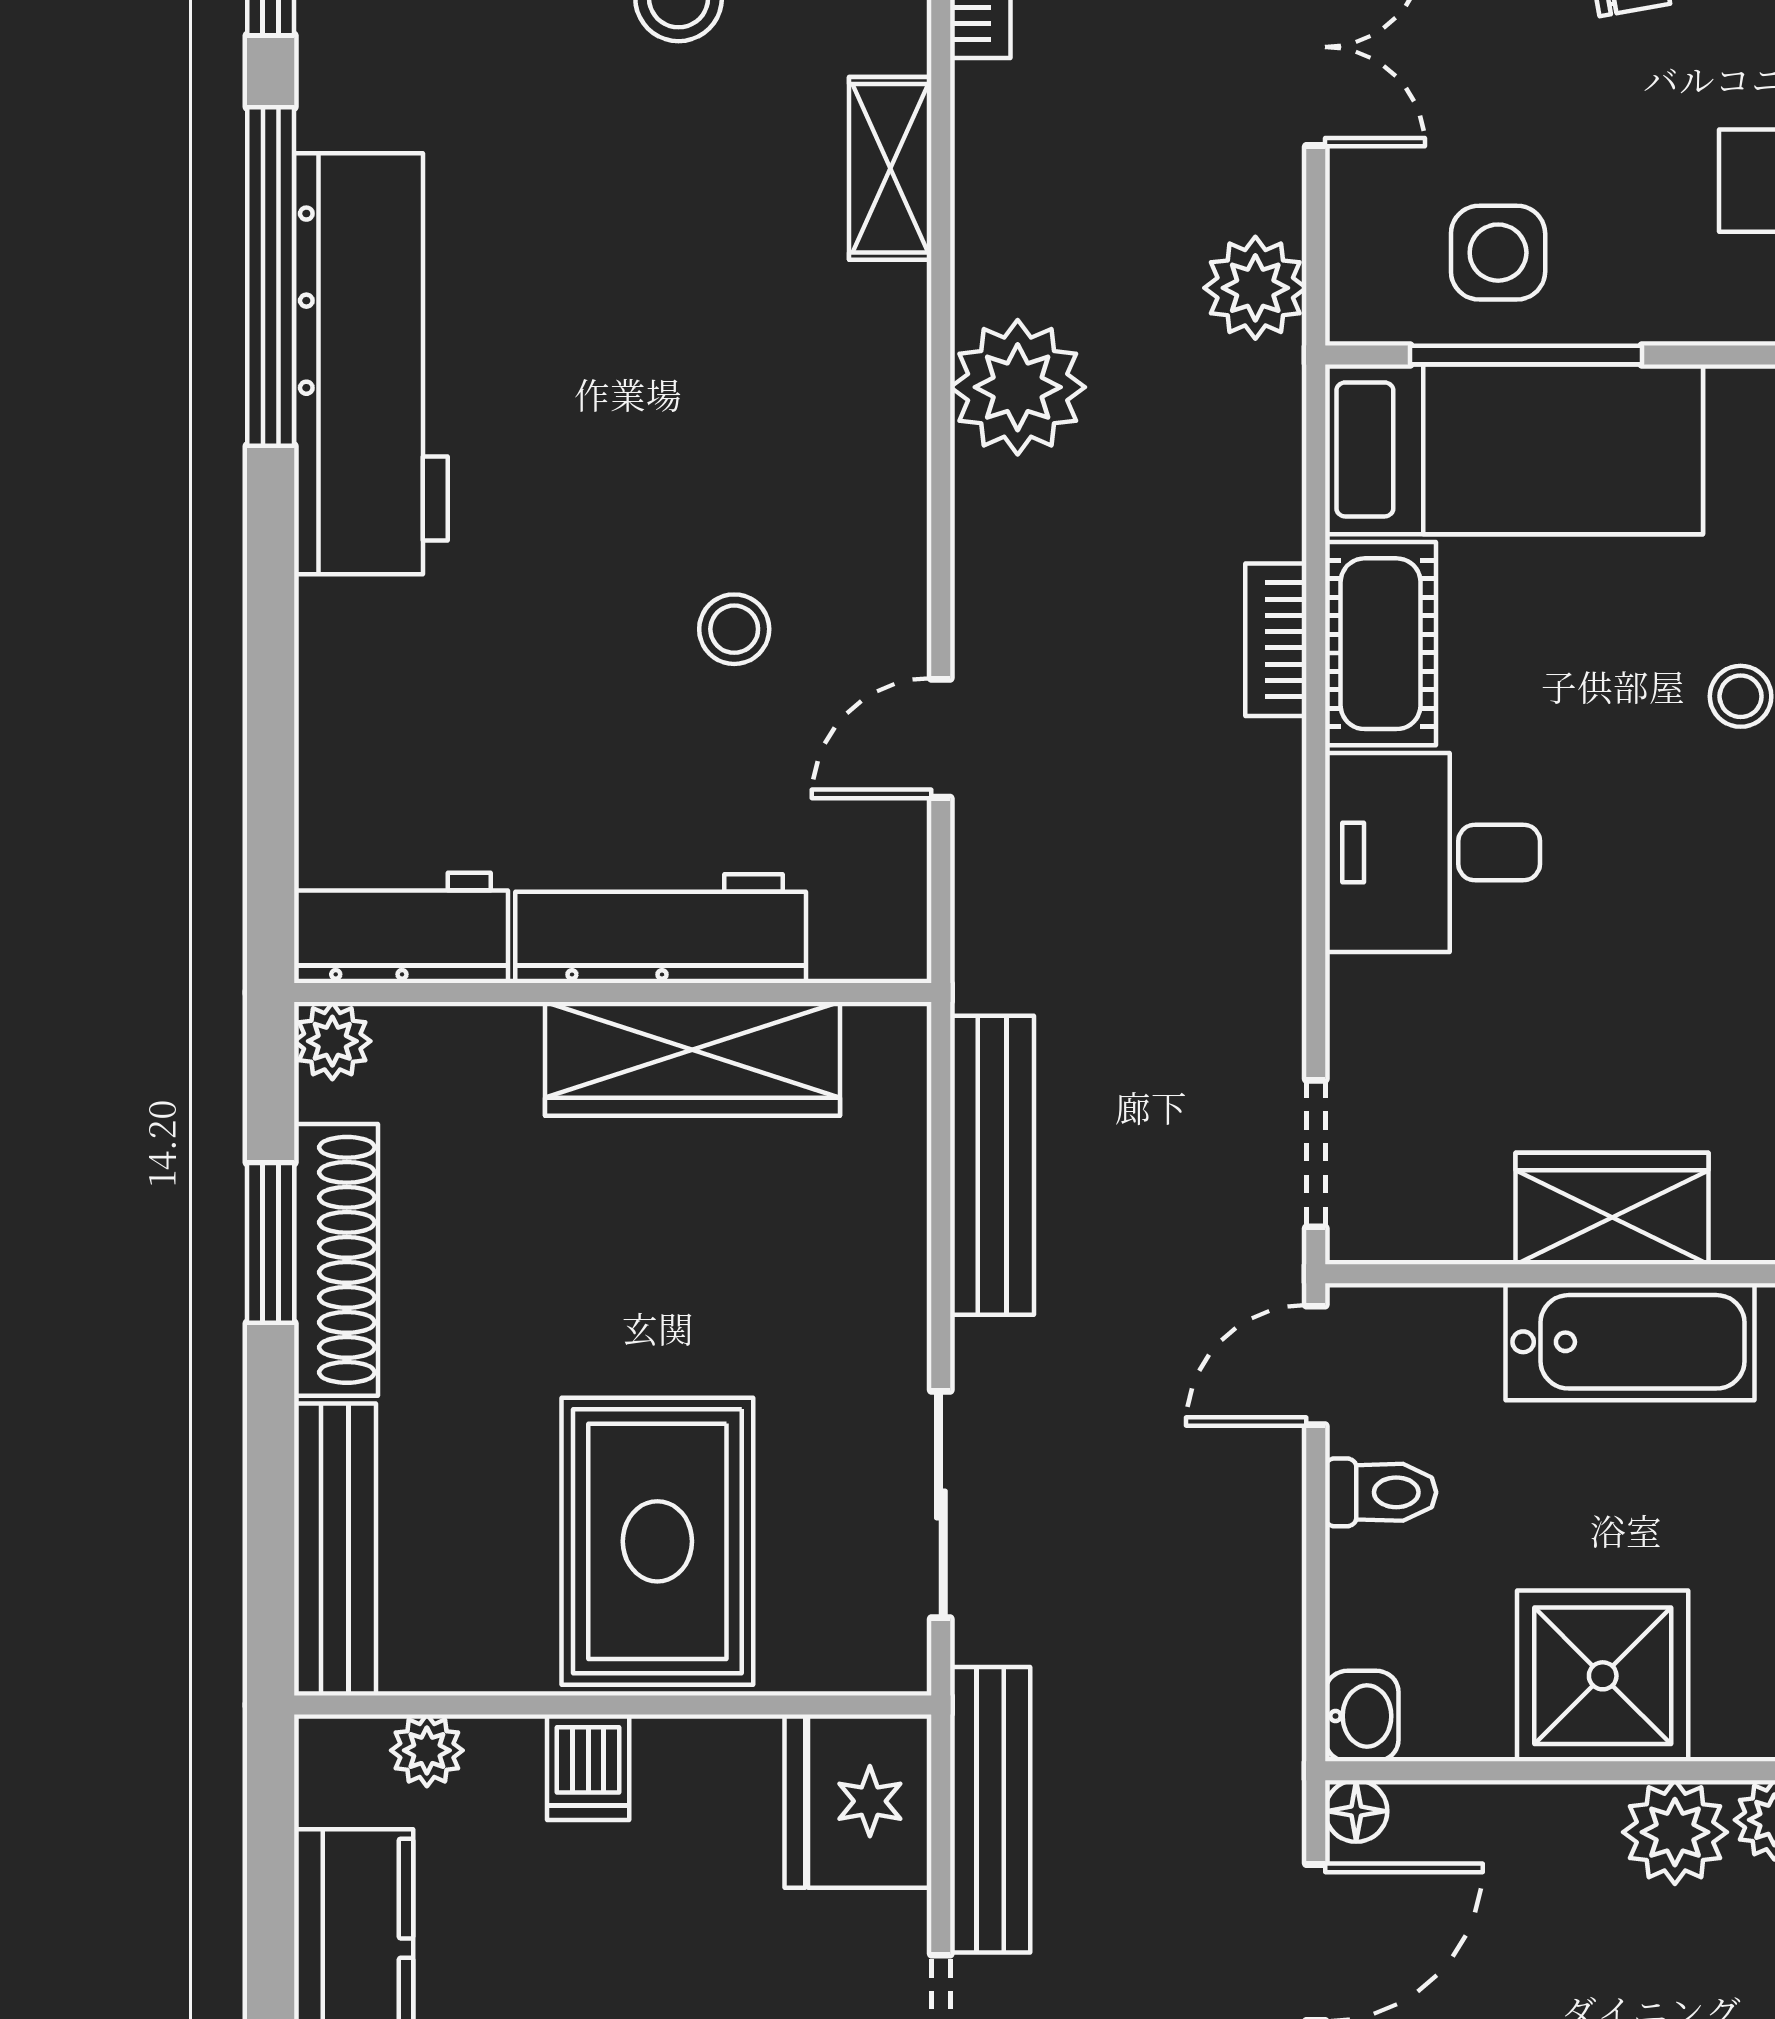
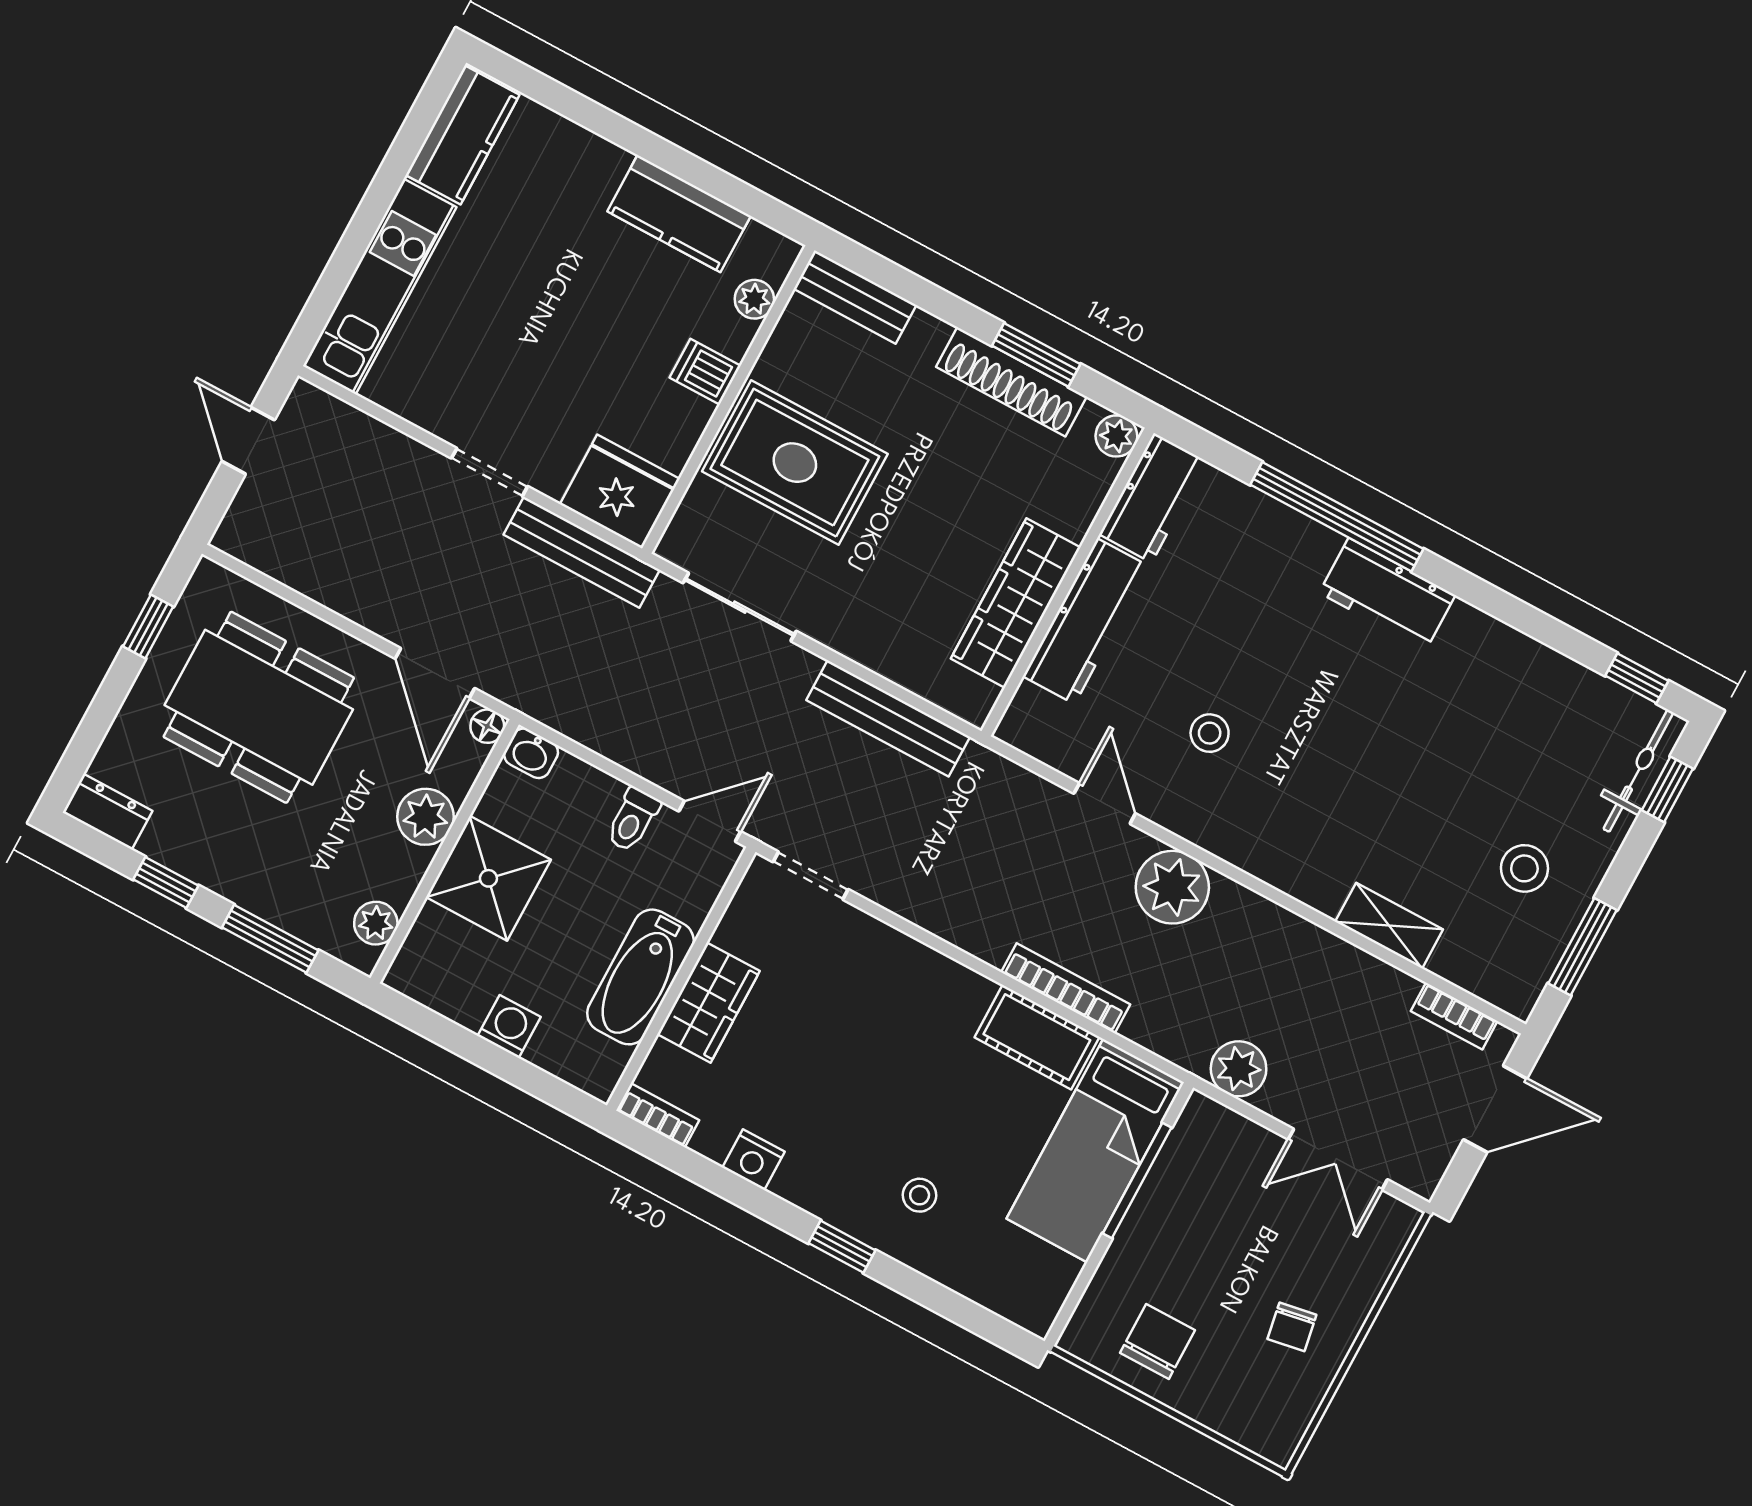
side table: (1498, 253) -> (1193, 1193), removed
window: (271, 276) -> (1337, 517), moved
workbench: (371, 364) -> (1387, 594), width x0.53, depth x0.76
plant: (1018, 387) -> (1172, 887), moved
bookcase: (1276, 640) -> (1066, 988), width x1.56
desk: (1433, 853) -> (924, 1008), removed
door: (1316, 1365) -> (710, 821), hinge flipped
bench: (335, 1549) -> (855, 297), width x0.73
plant: (1675, 1832) -> (426, 817), moved

